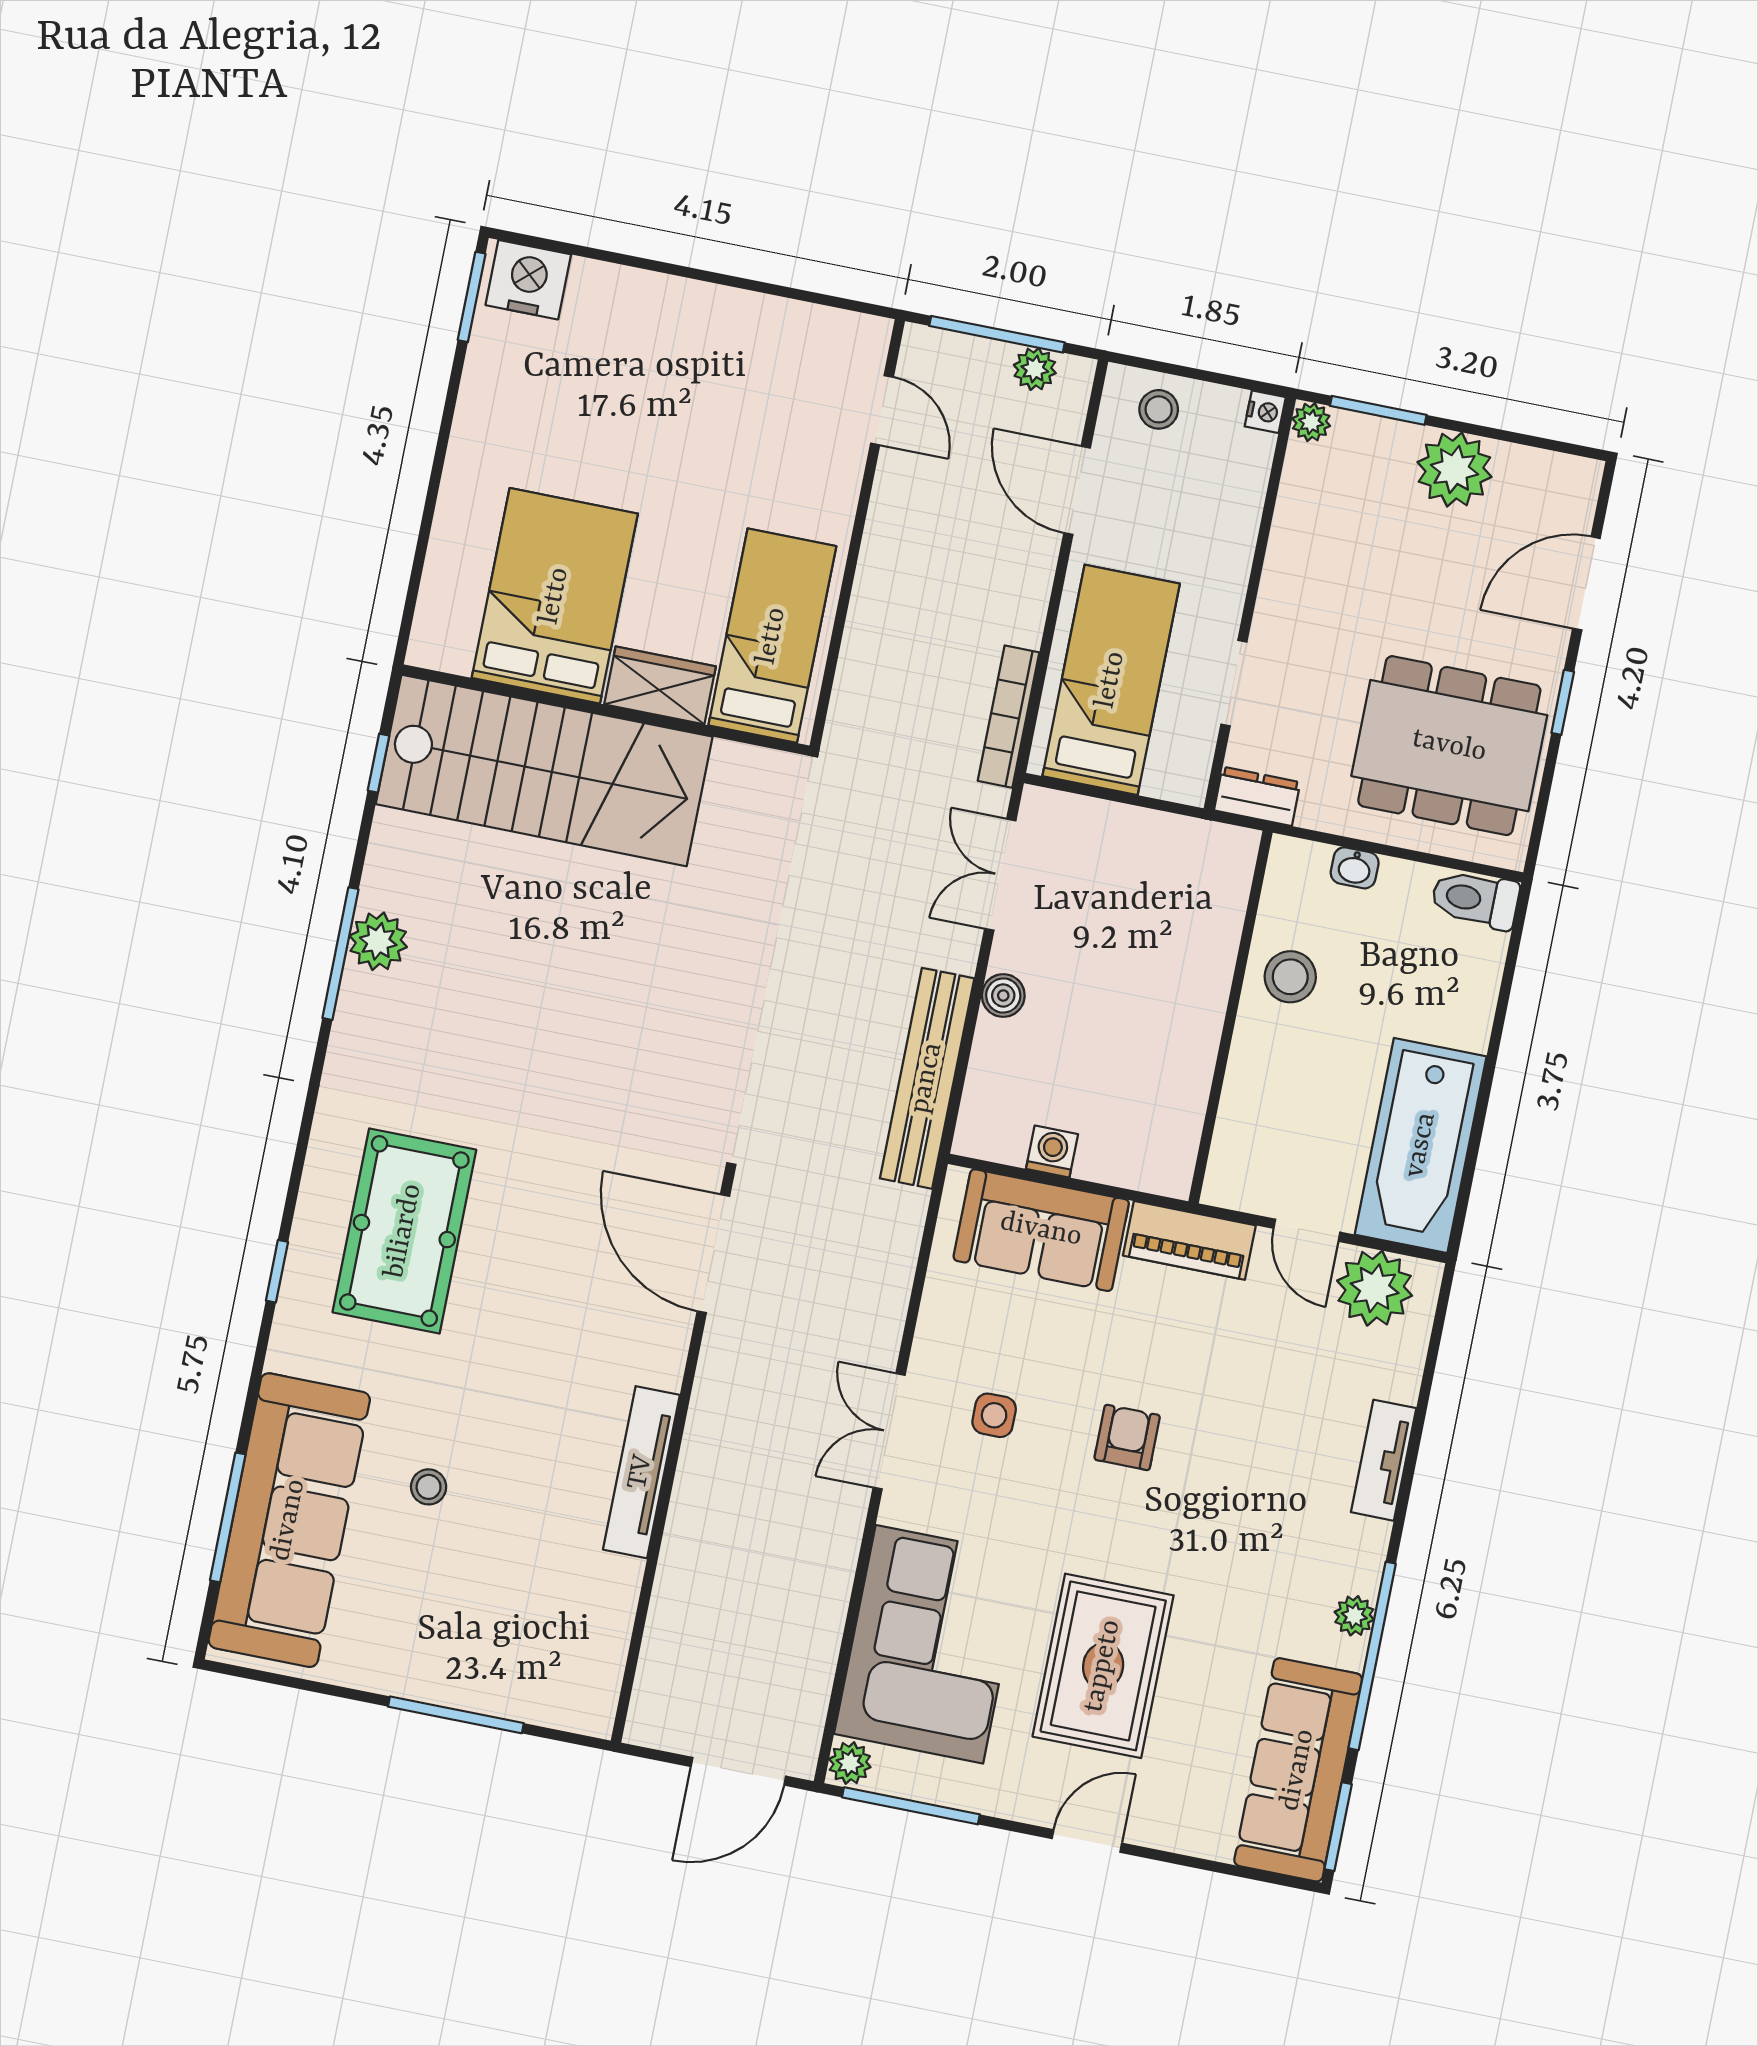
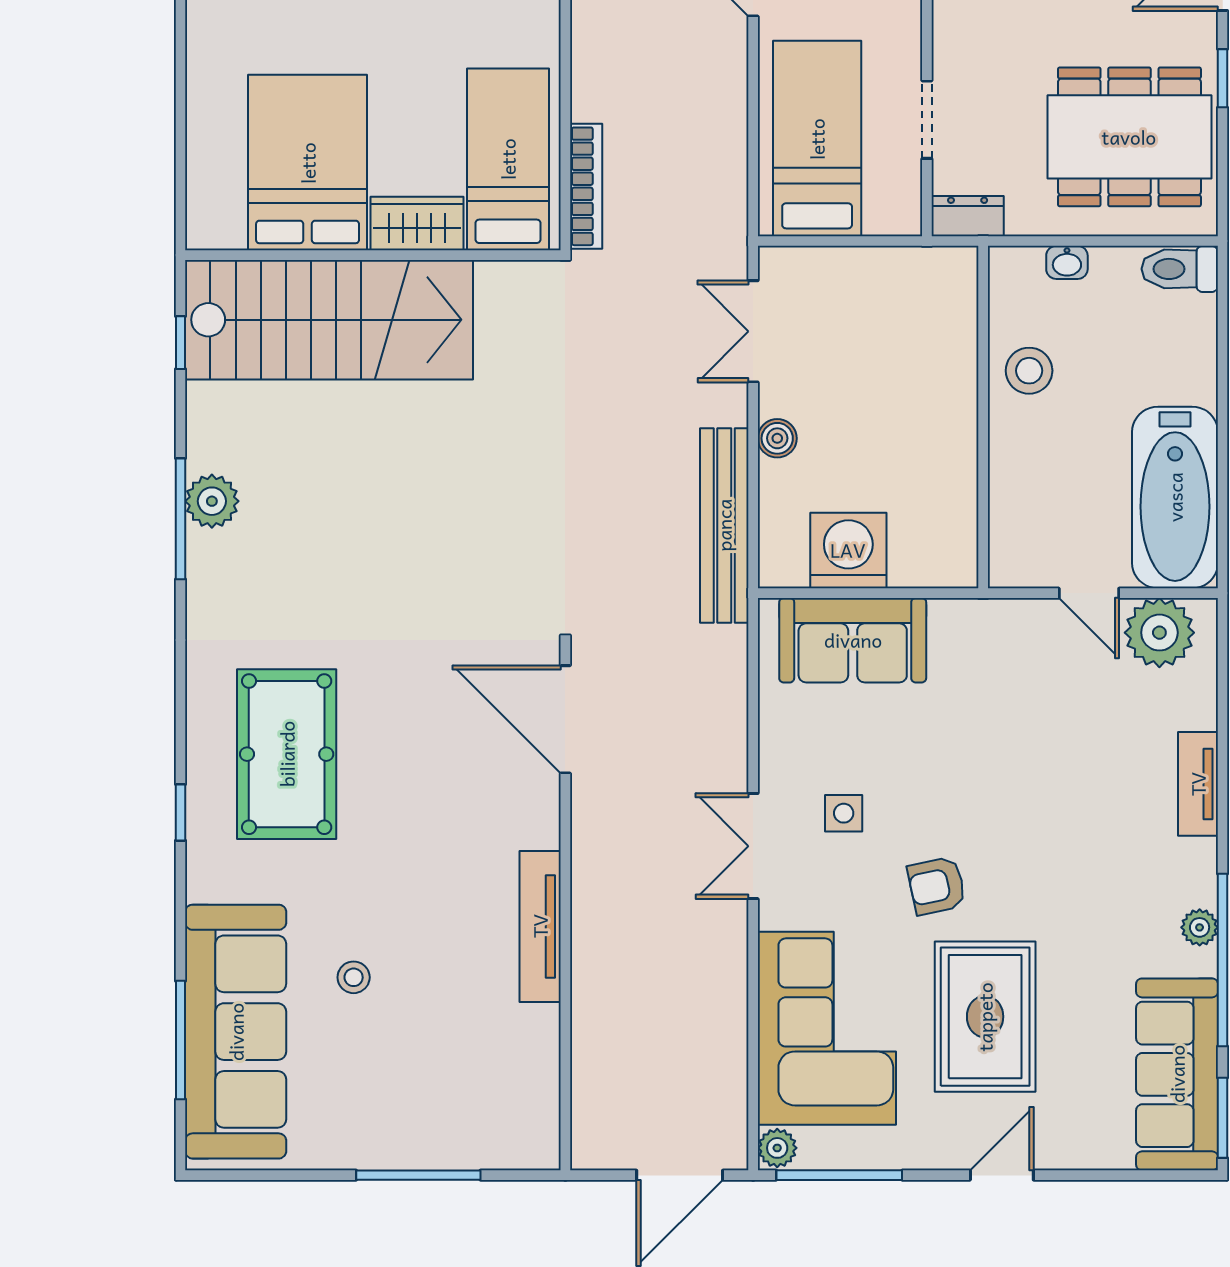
bookcase: (1009, 717) -> (586, 186), moved, turned 180
washing machine: (1052, 1151) -> (848, 550), width x1.89, depth x1.89
piano: (1189, 1240) -> (986, 623), removed
armchair: (1127, 1437) -> (937, 886), moved, turned -102

